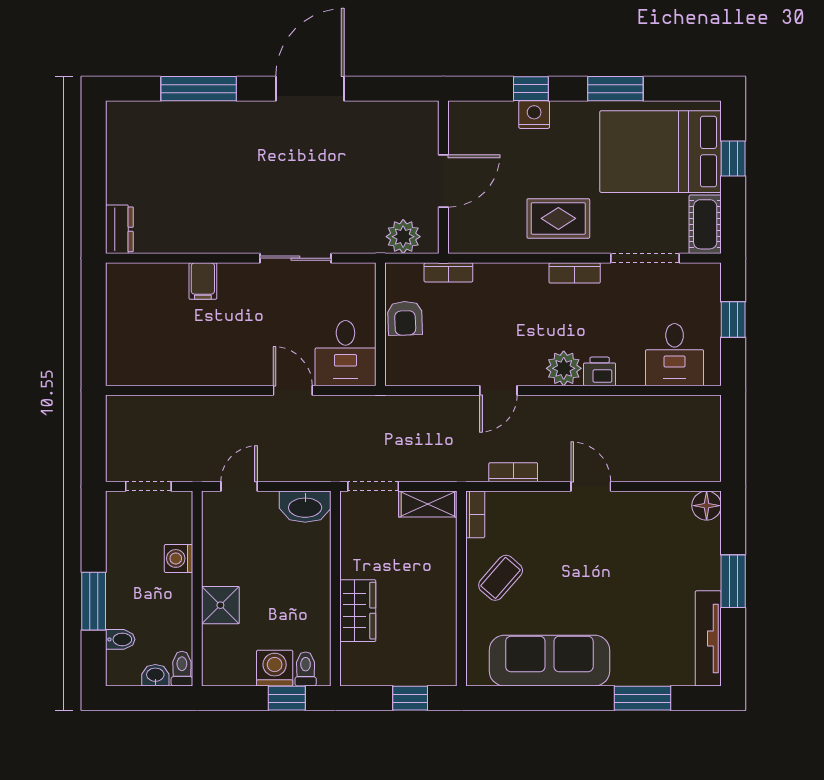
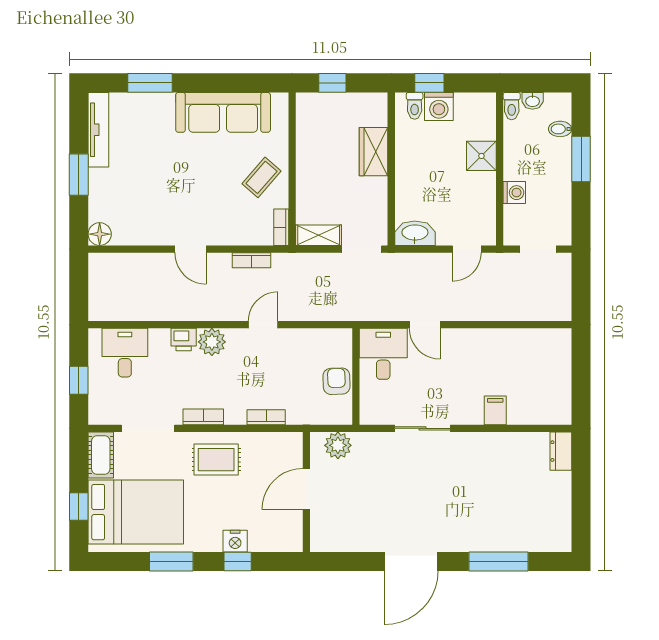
bookcase: (448, 272) -> (266, 417), moved

